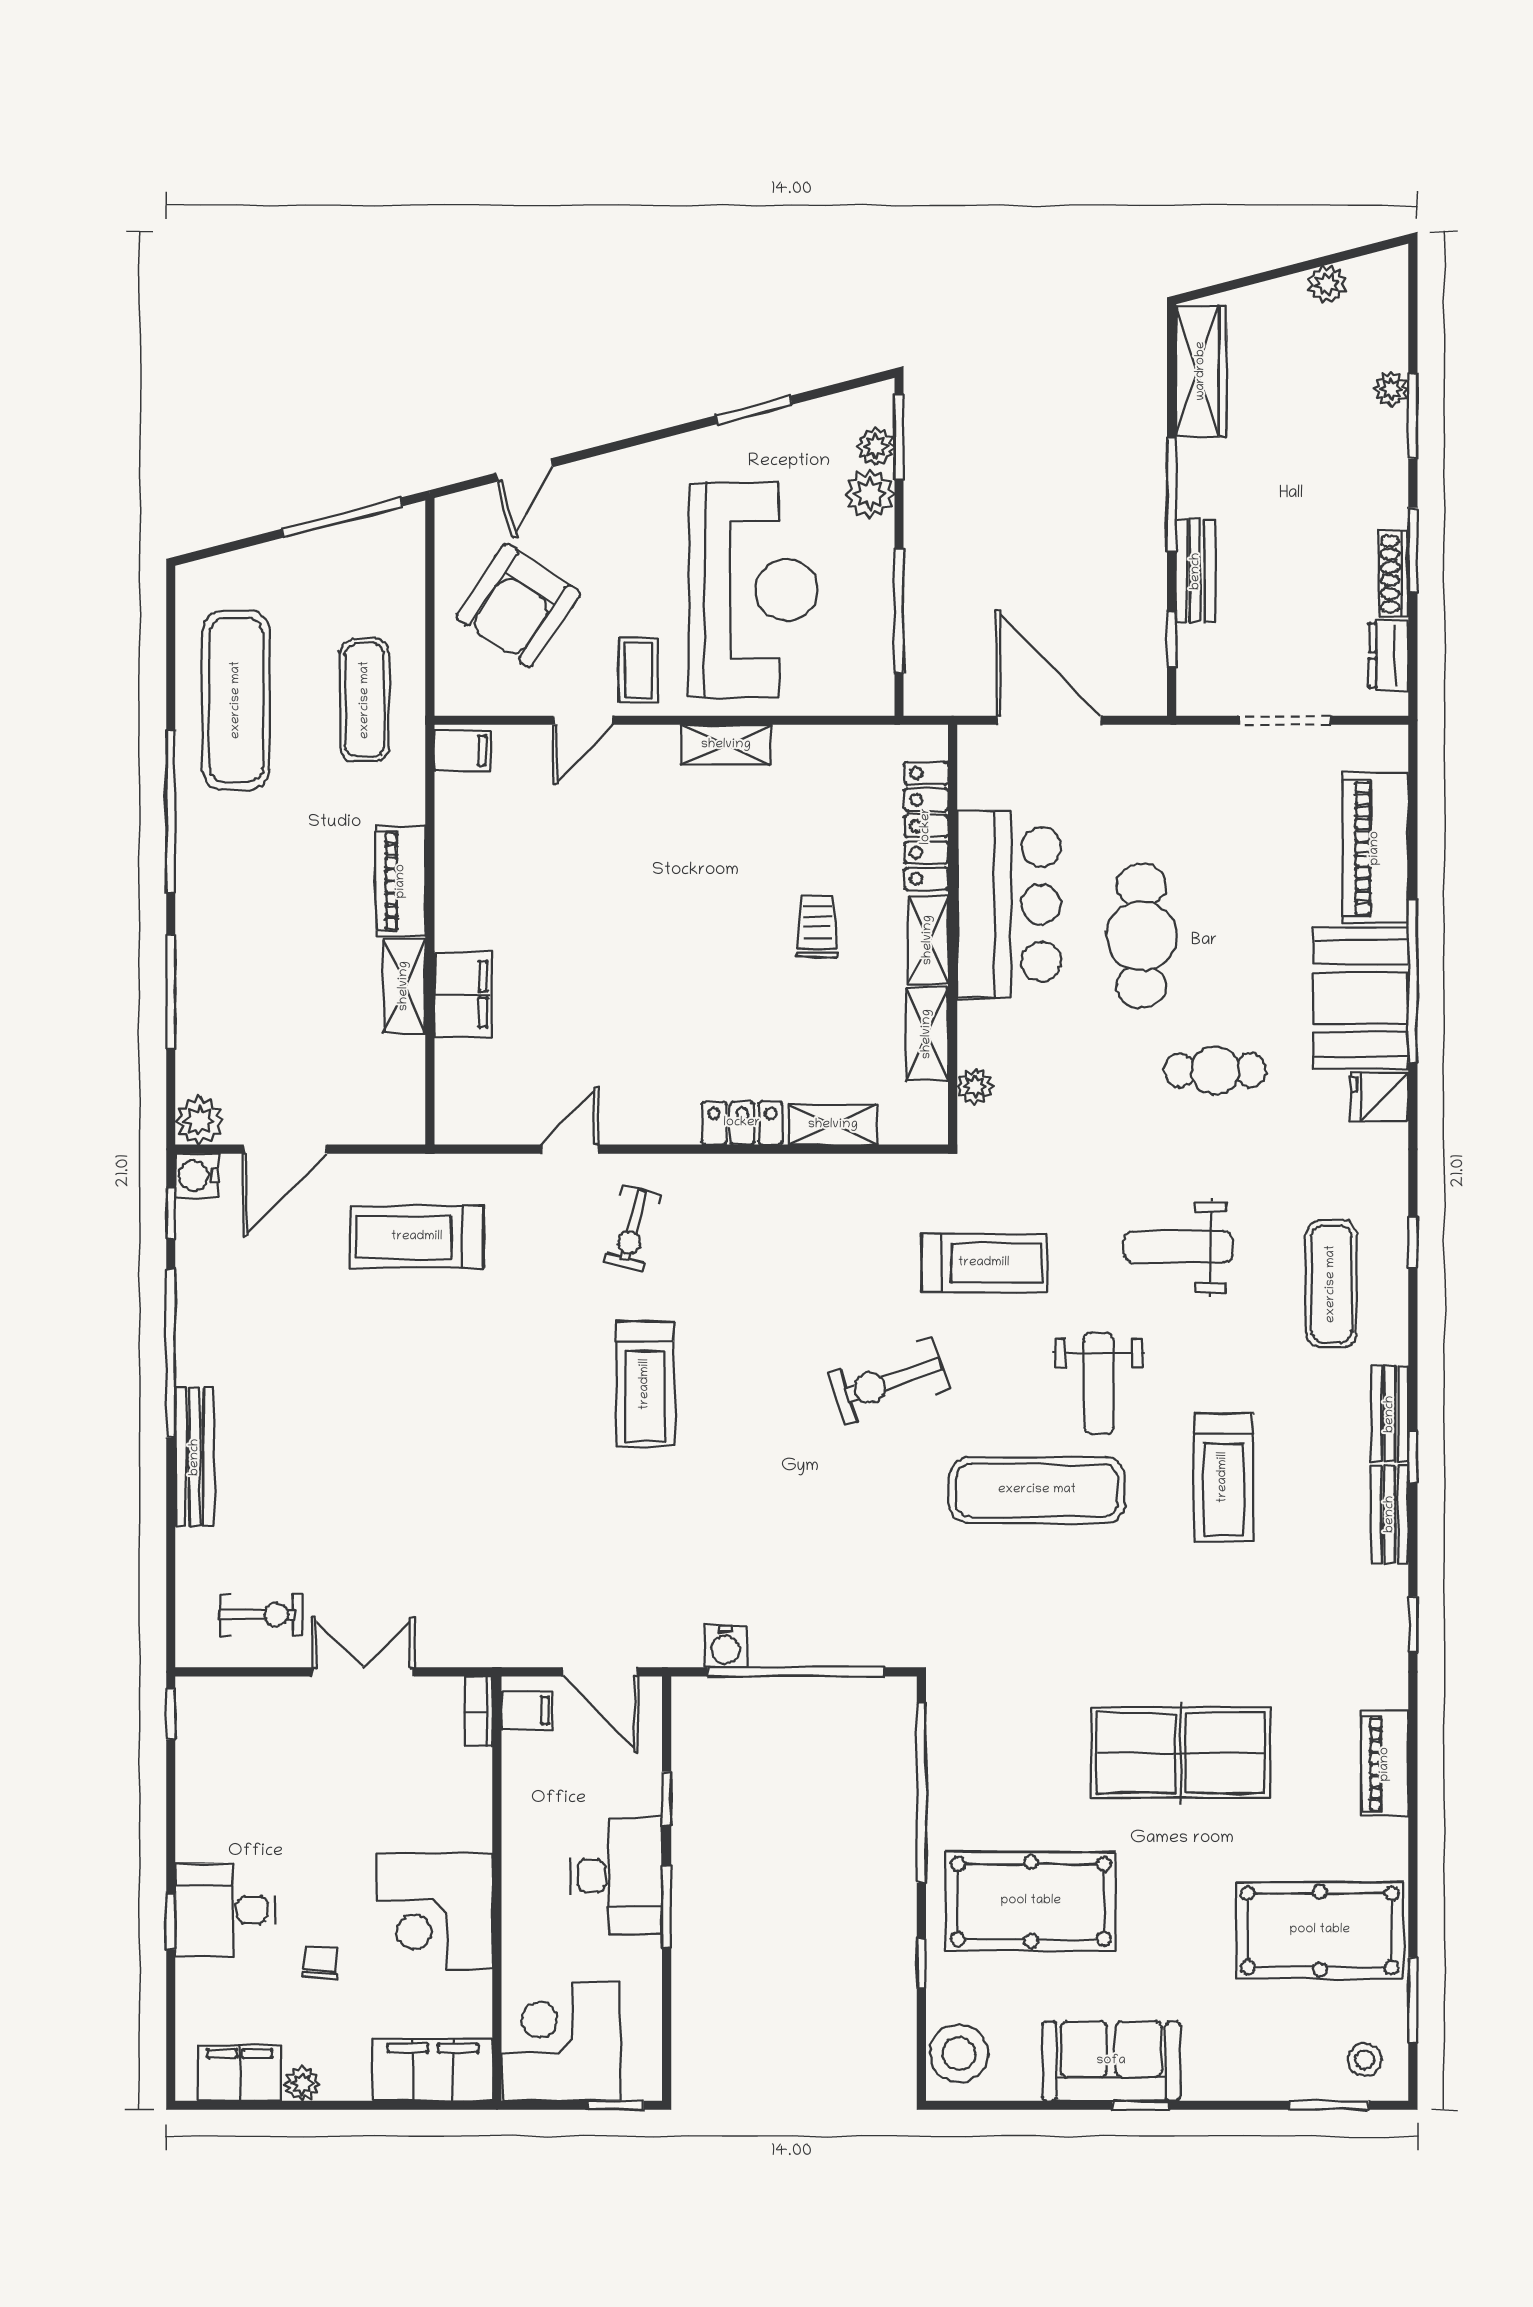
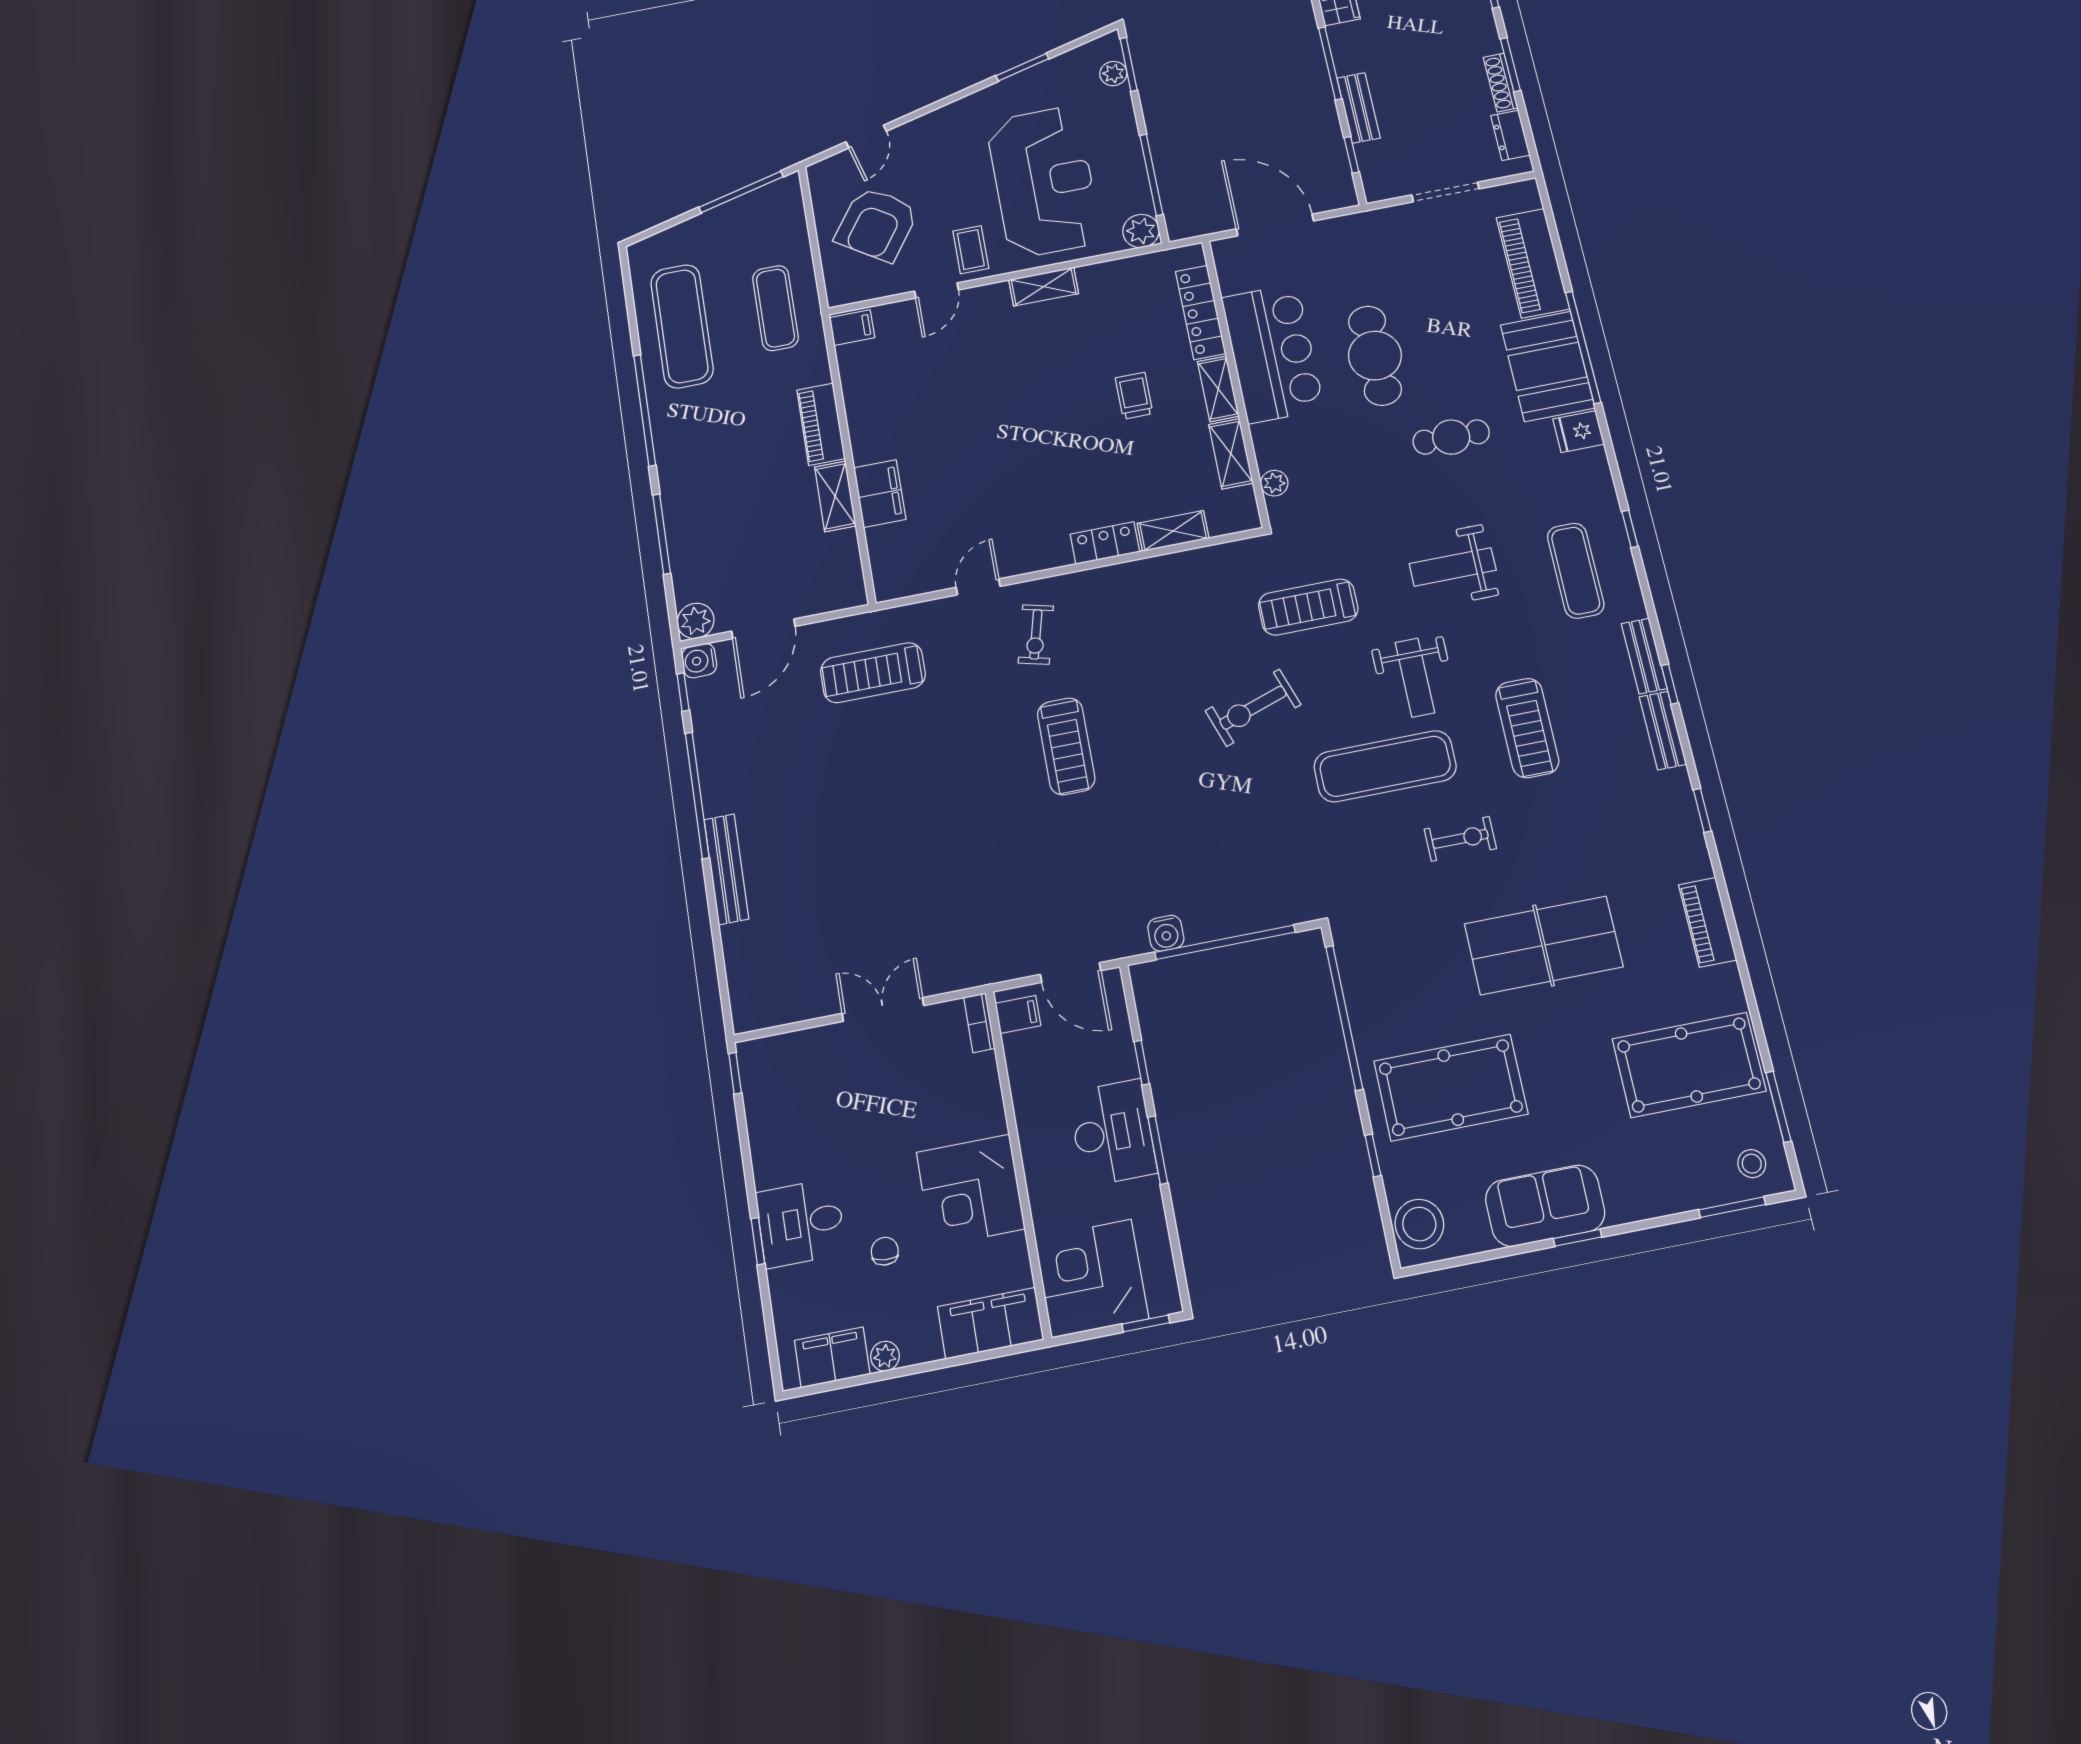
plant: (870, 494) -> (1141, 231), moved
treadmill: (984, 1263) -> (1308, 607), turned 180
exercise bike: (261, 1615) -> (1460, 839), moved

